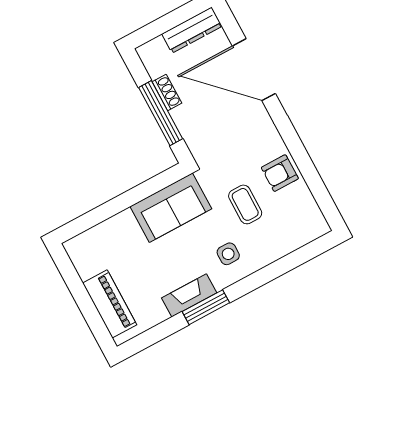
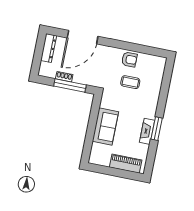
armchair: (280, 173) -> (129, 59), turned -90
sofa: (171, 208) -> (105, 126), moved
side table: (228, 254) -> (144, 104), removed

